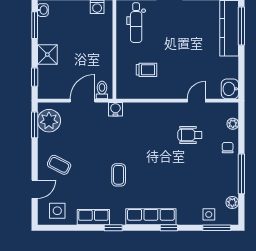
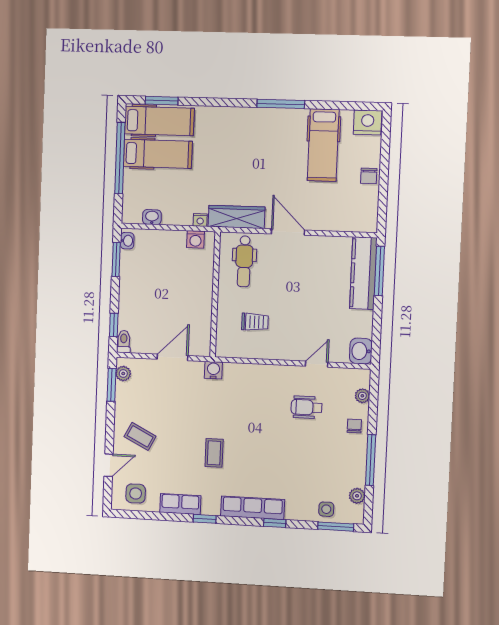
shower: (47, 55) -> (131, 297), removed
toilet: (102, 90) -> (124, 342), moved
plant: (49, 121) -> (123, 373), width x0.53, depth x0.53

